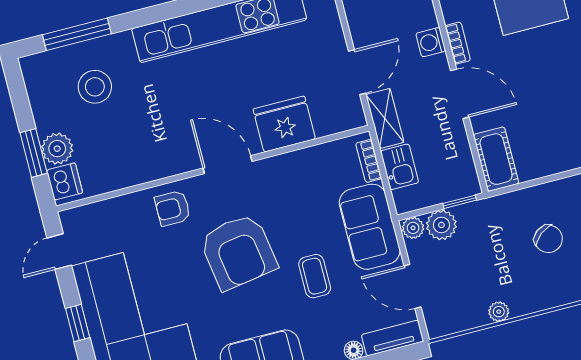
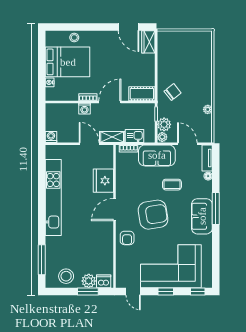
stool: (95, 87) -> (66, 276), moved
chair: (548, 239) -> (173, 92), moved
door: (412, 286) -> (187, 144), swing flipped

